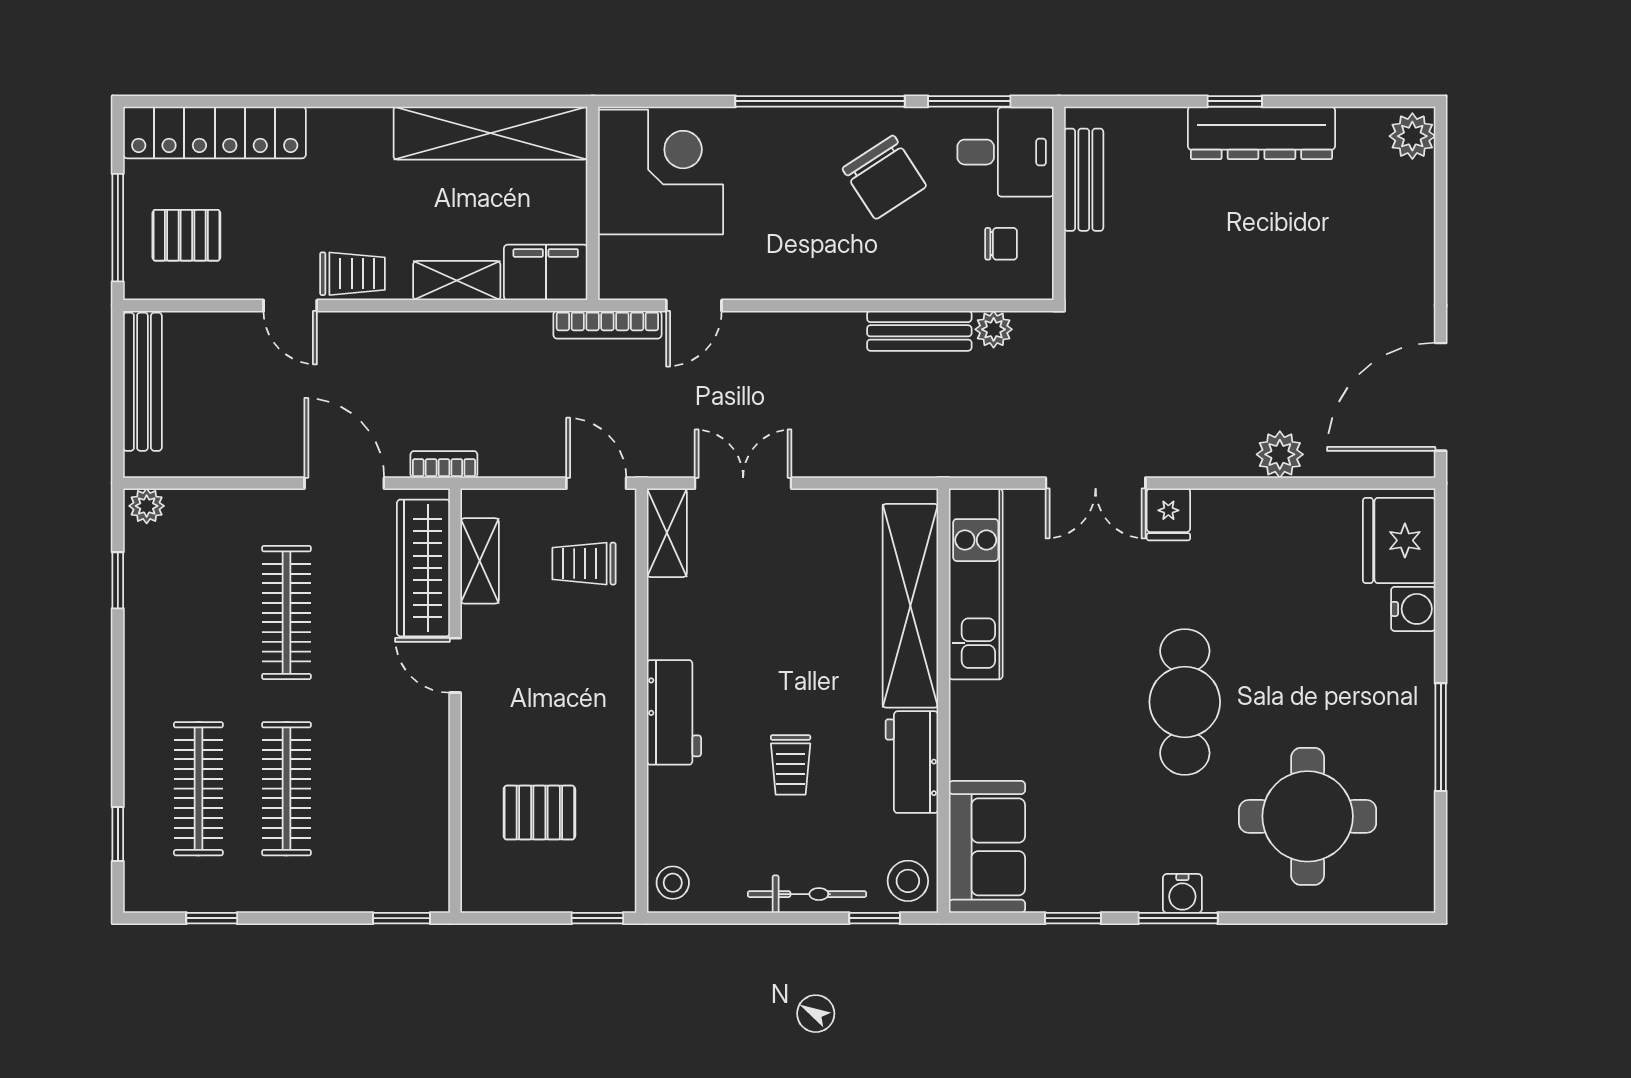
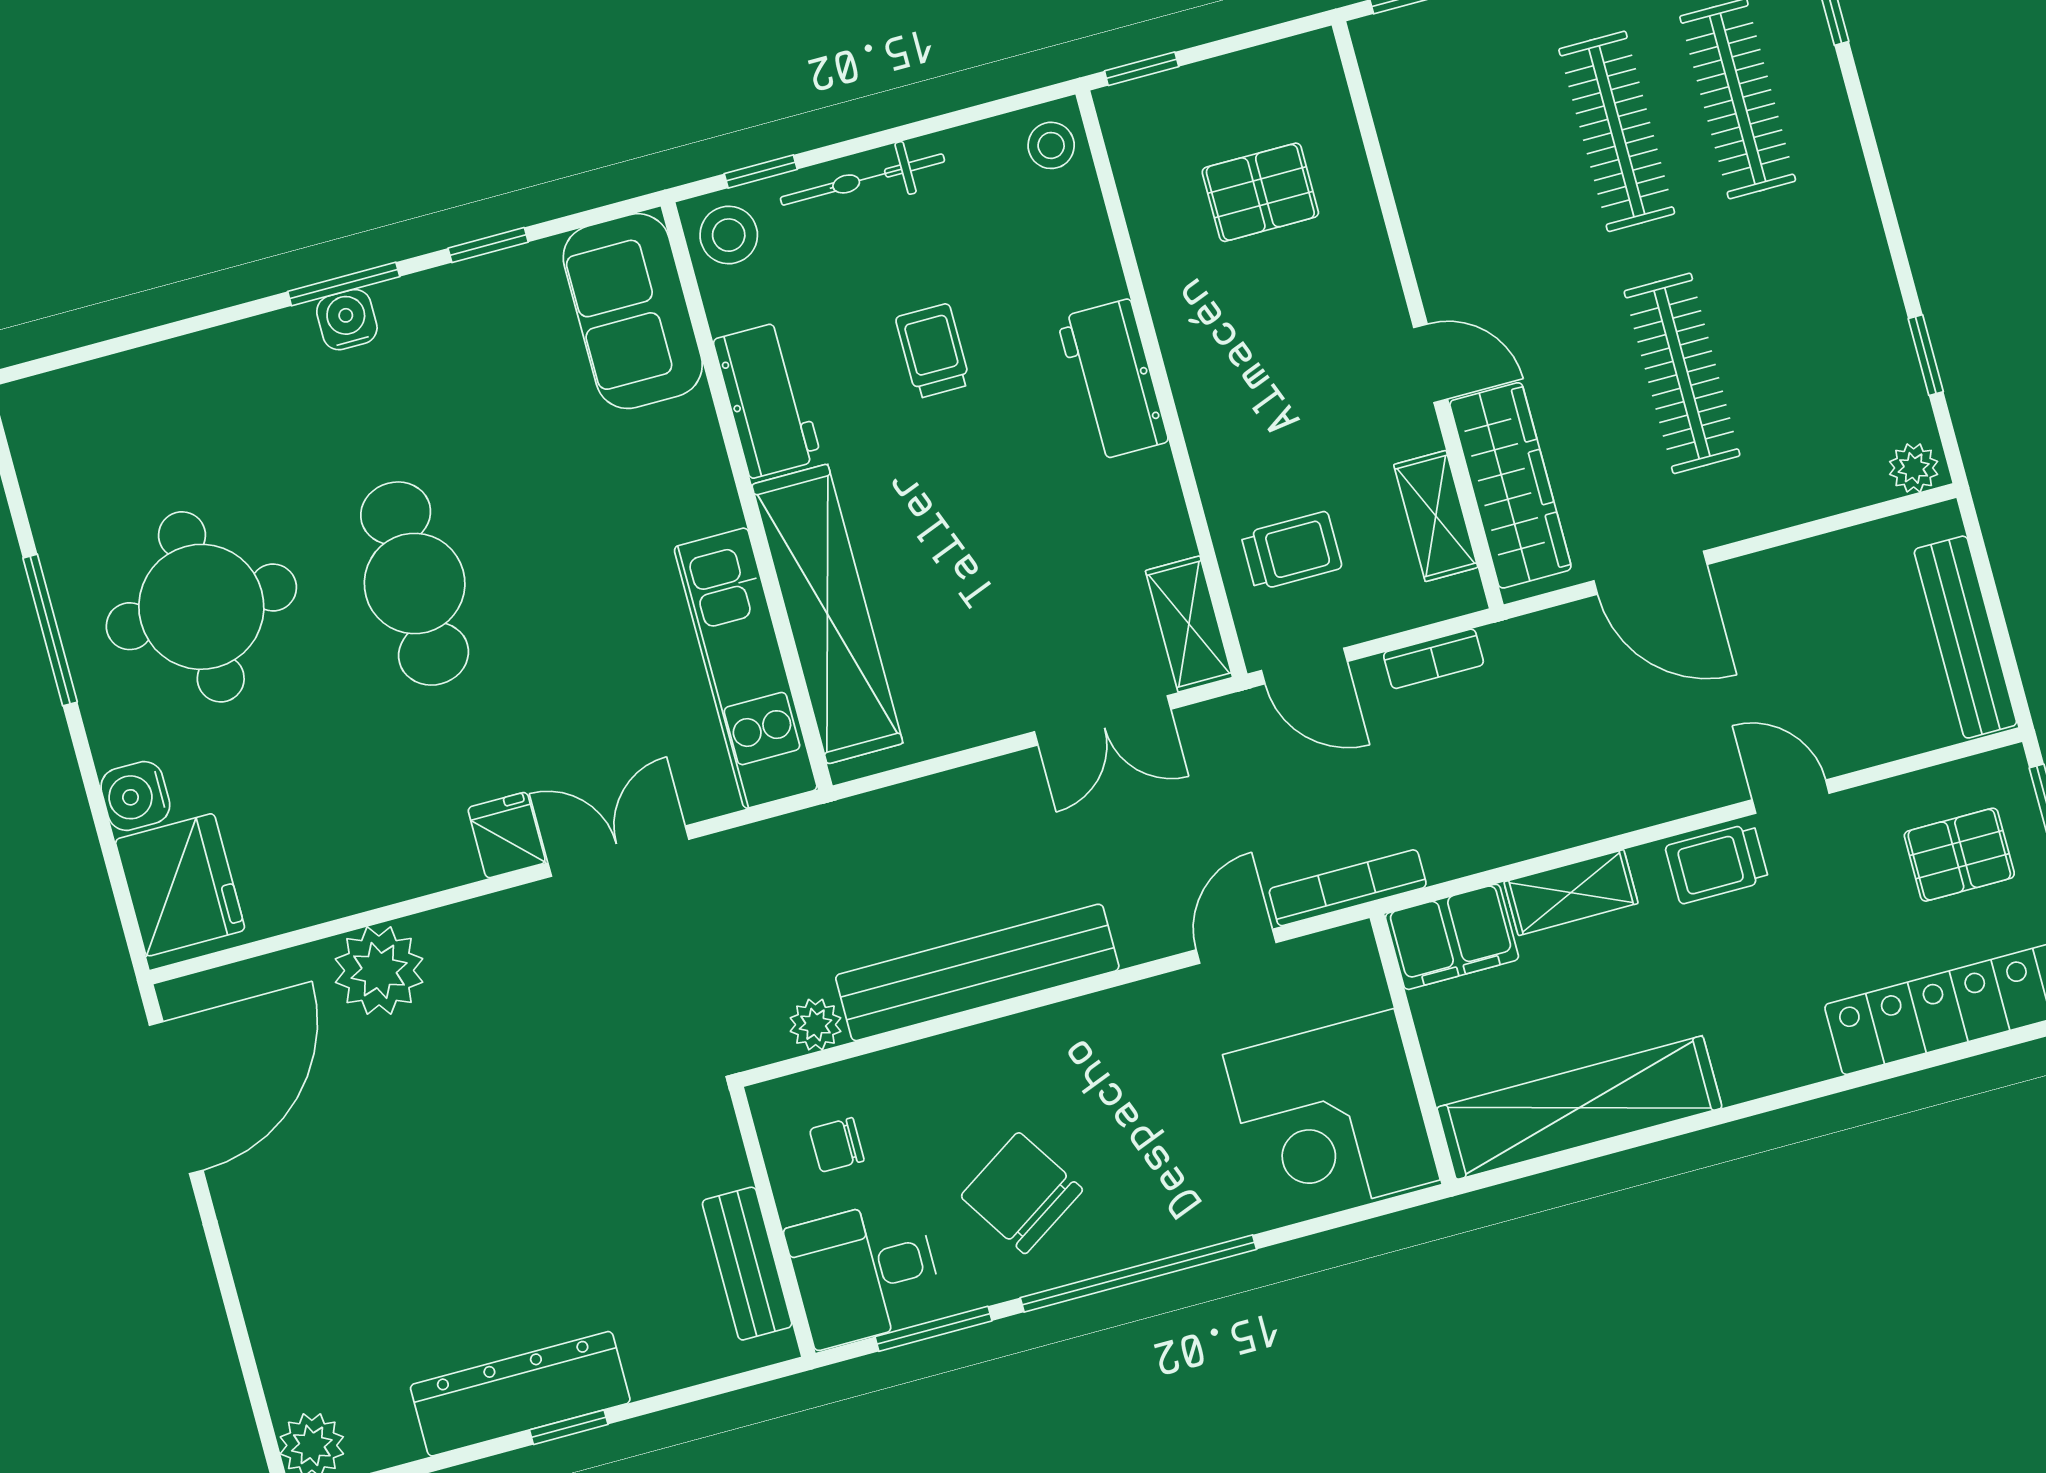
bench: (919, 331) -> (977, 972), width x1.86, depth x1.21
plant: (1280, 454) -> (379, 970), width x1.36, depth x1.36
bookcase: (444, 464) -> (1434, 659), moved
round table: (1308, 816) -> (201, 607), moved

